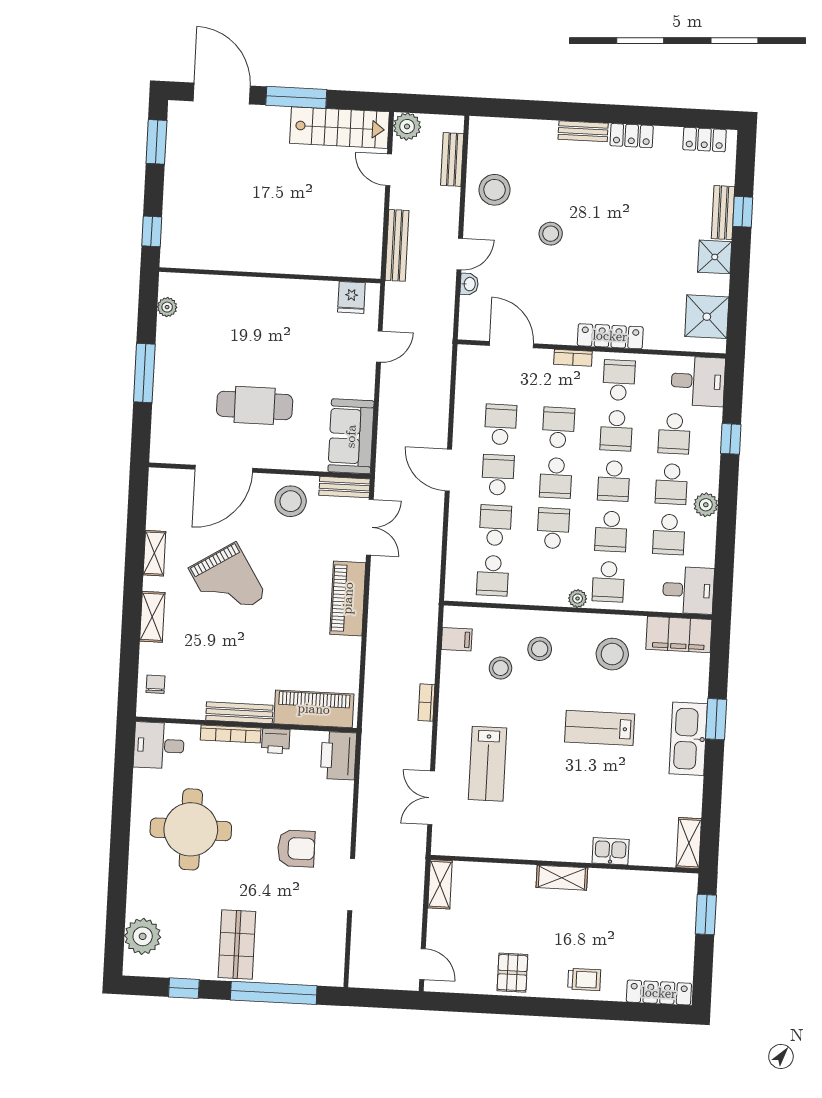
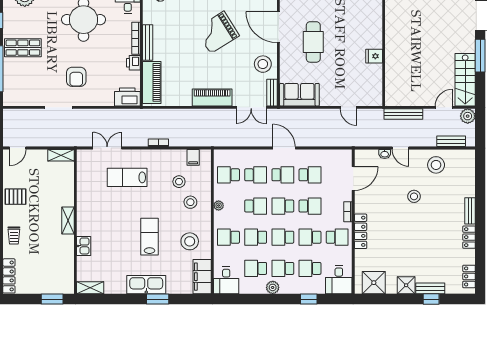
fridge: (351, 297) -> (374, 56), moved
door: (448, 470) -> (284, 148), hinge flipped
plant: (578, 599) -> (219, 205), moved

